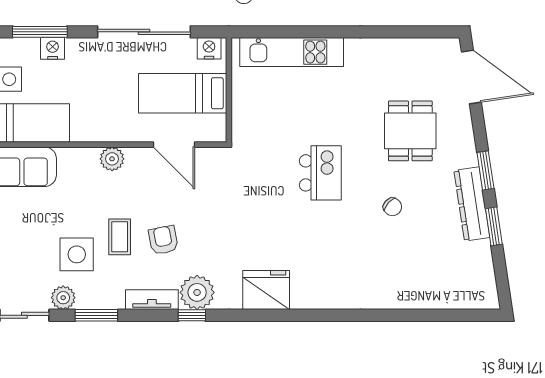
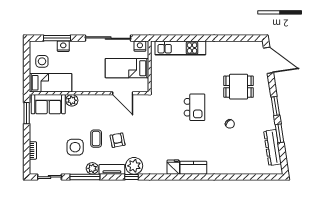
dining table: (410, 131) -> (239, 87), turned 90
plant: (112, 159) -> (72, 100), moved
dresser: (472, 204) -> (273, 148), moved
fridge: (266, 290) -> (173, 167), width x0.53, depth x0.75
kitchen counter: (318, 296) -> (193, 168), added
plant: (63, 298) -> (92, 168), moved
window: (96, 315) -> (85, 177), width x1.44

